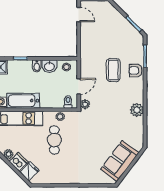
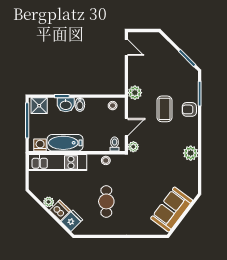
plant: (86, 55) -> (135, 93), added
washbasin: (49, 66) -> (66, 105), moved
cafe table: (54, 140) -> (106, 201), moved

